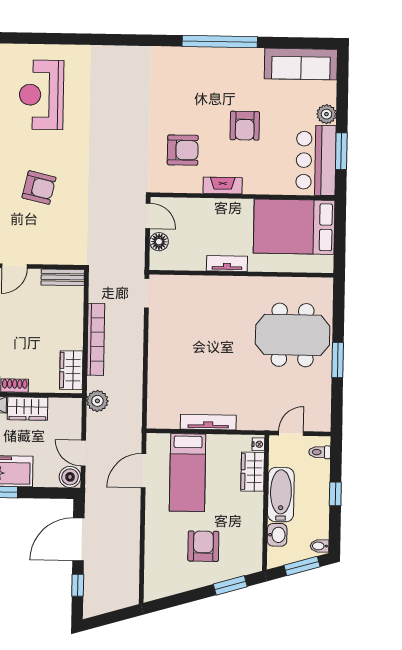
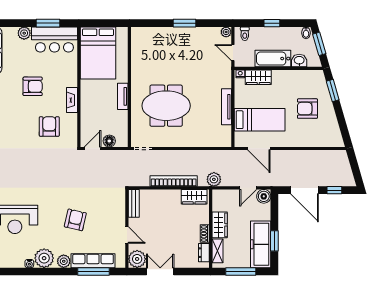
meeting table: (293, 335) -> (166, 106), moved, turned 90
plant: (323, 424) -> (226, 32), added

